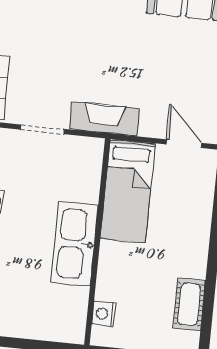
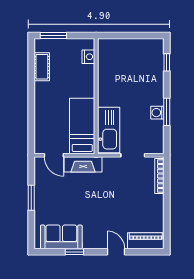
fireplace: (104, 119) -> (83, 164), moved
kitchen sink: (75, 244) -> (109, 130), moved

